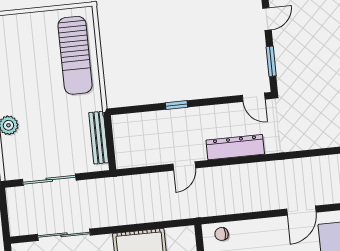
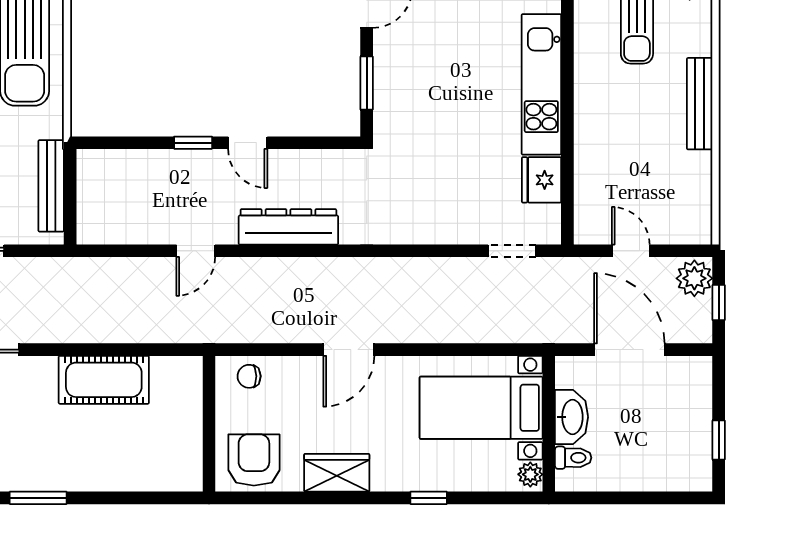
door: (254, 97) -> (248, 143), moved
door: (301, 211) -> (349, 350), moved

